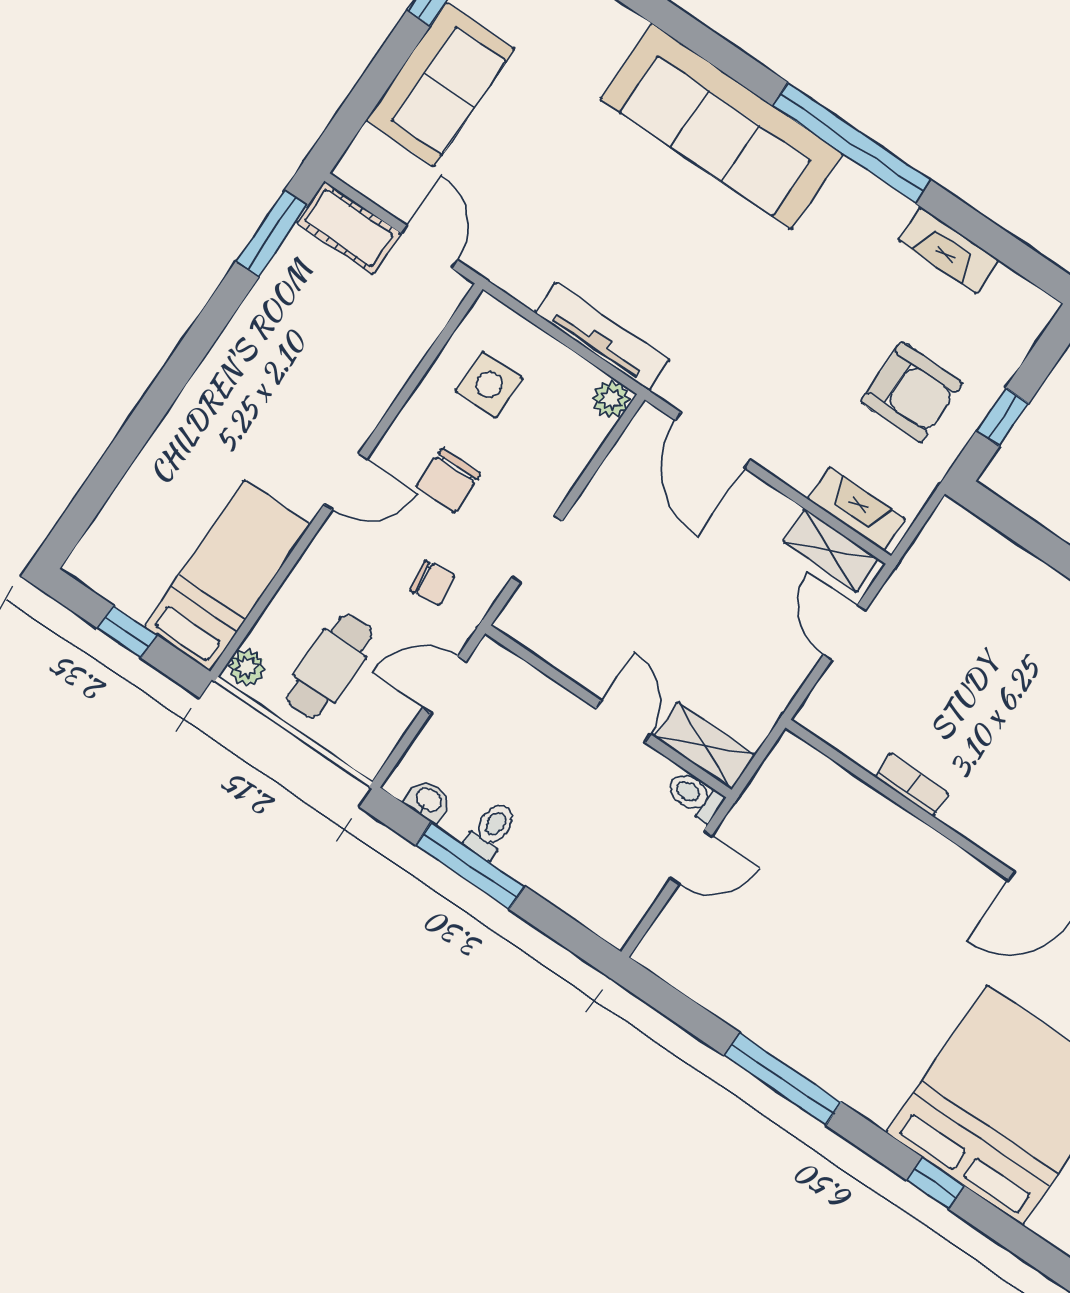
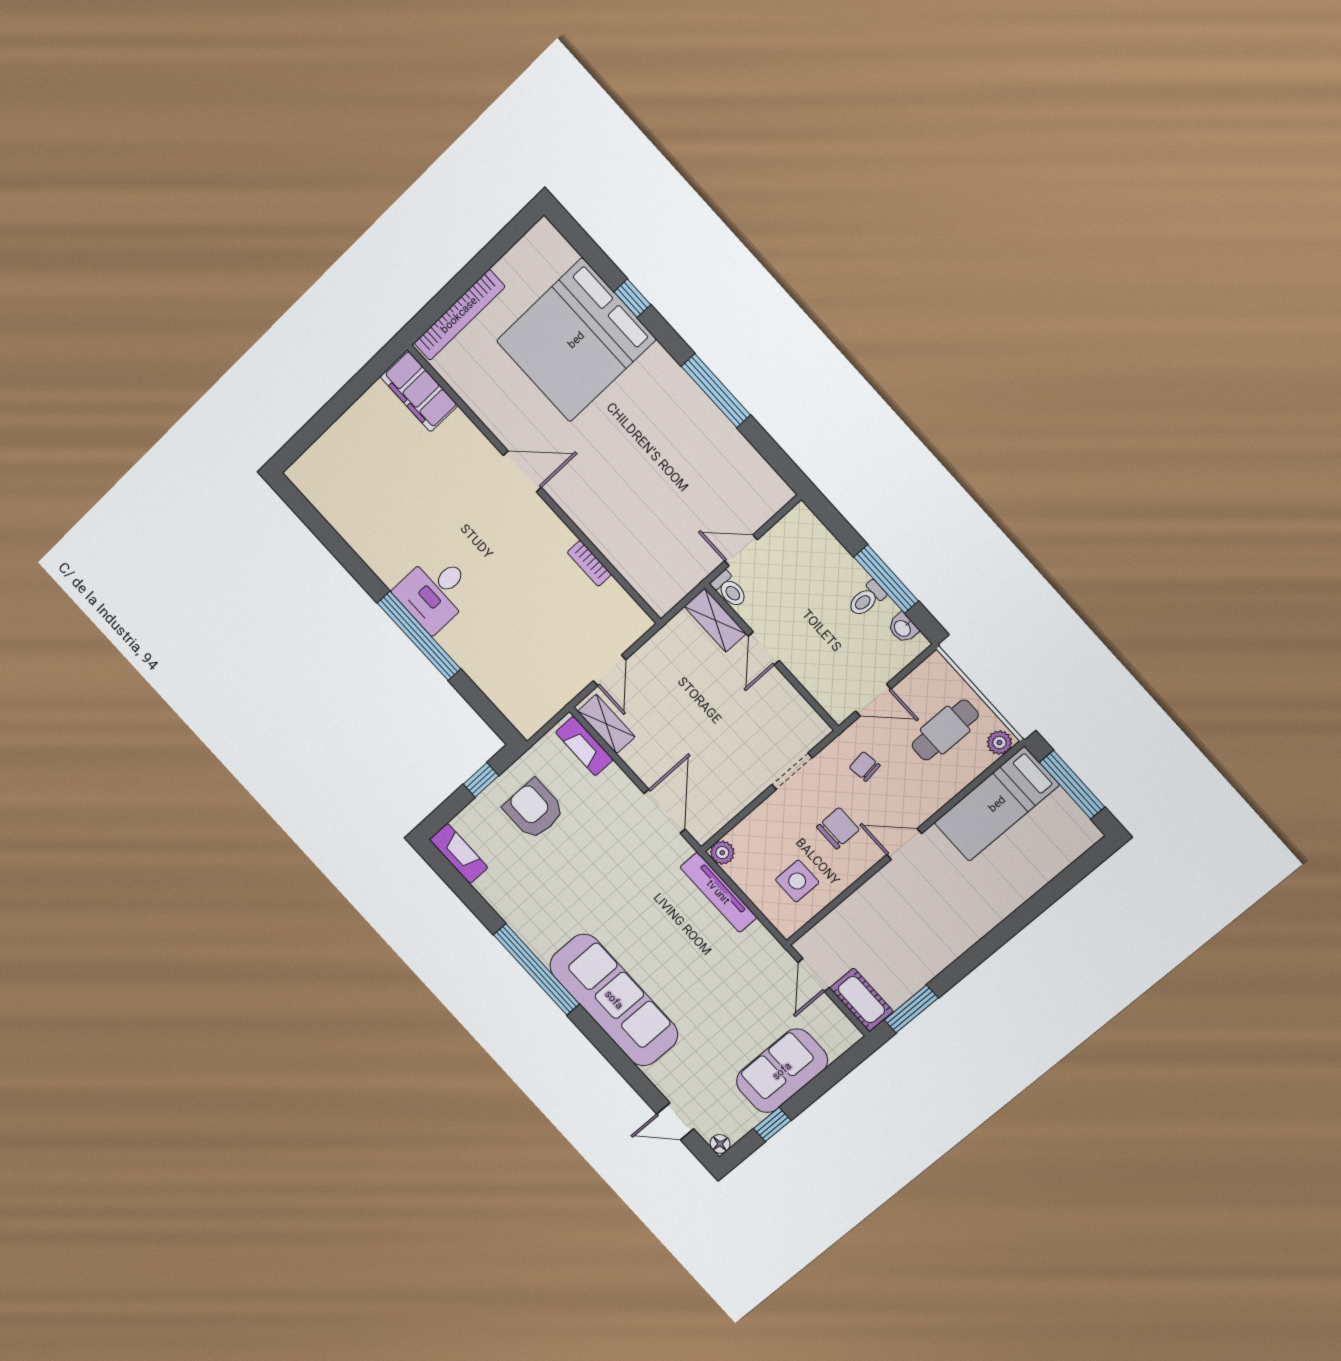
fireplace: (948, 250) -> (459, 853), moved
window: (127, 632) -> (1072, 785), width x2.17

